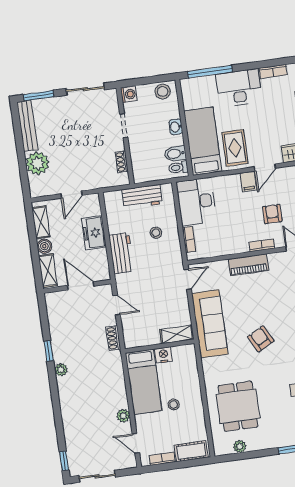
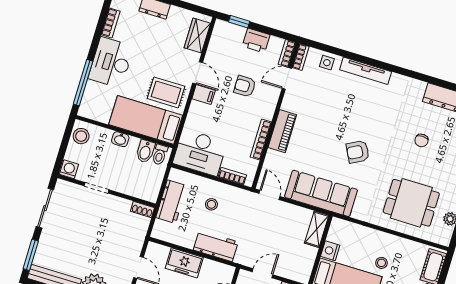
shoe rack: (122, 162) -> (142, 209), moved
bookcase: (262, 245) -> (261, 140), moved, width x1.56

